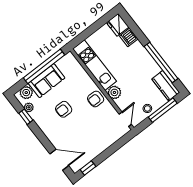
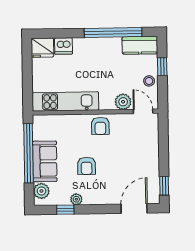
plant: (114, 92) -> (123, 102), moved
plant: (29, 107) -> (76, 199), moved
window: (163, 110) -> (162, 67), width x0.46

